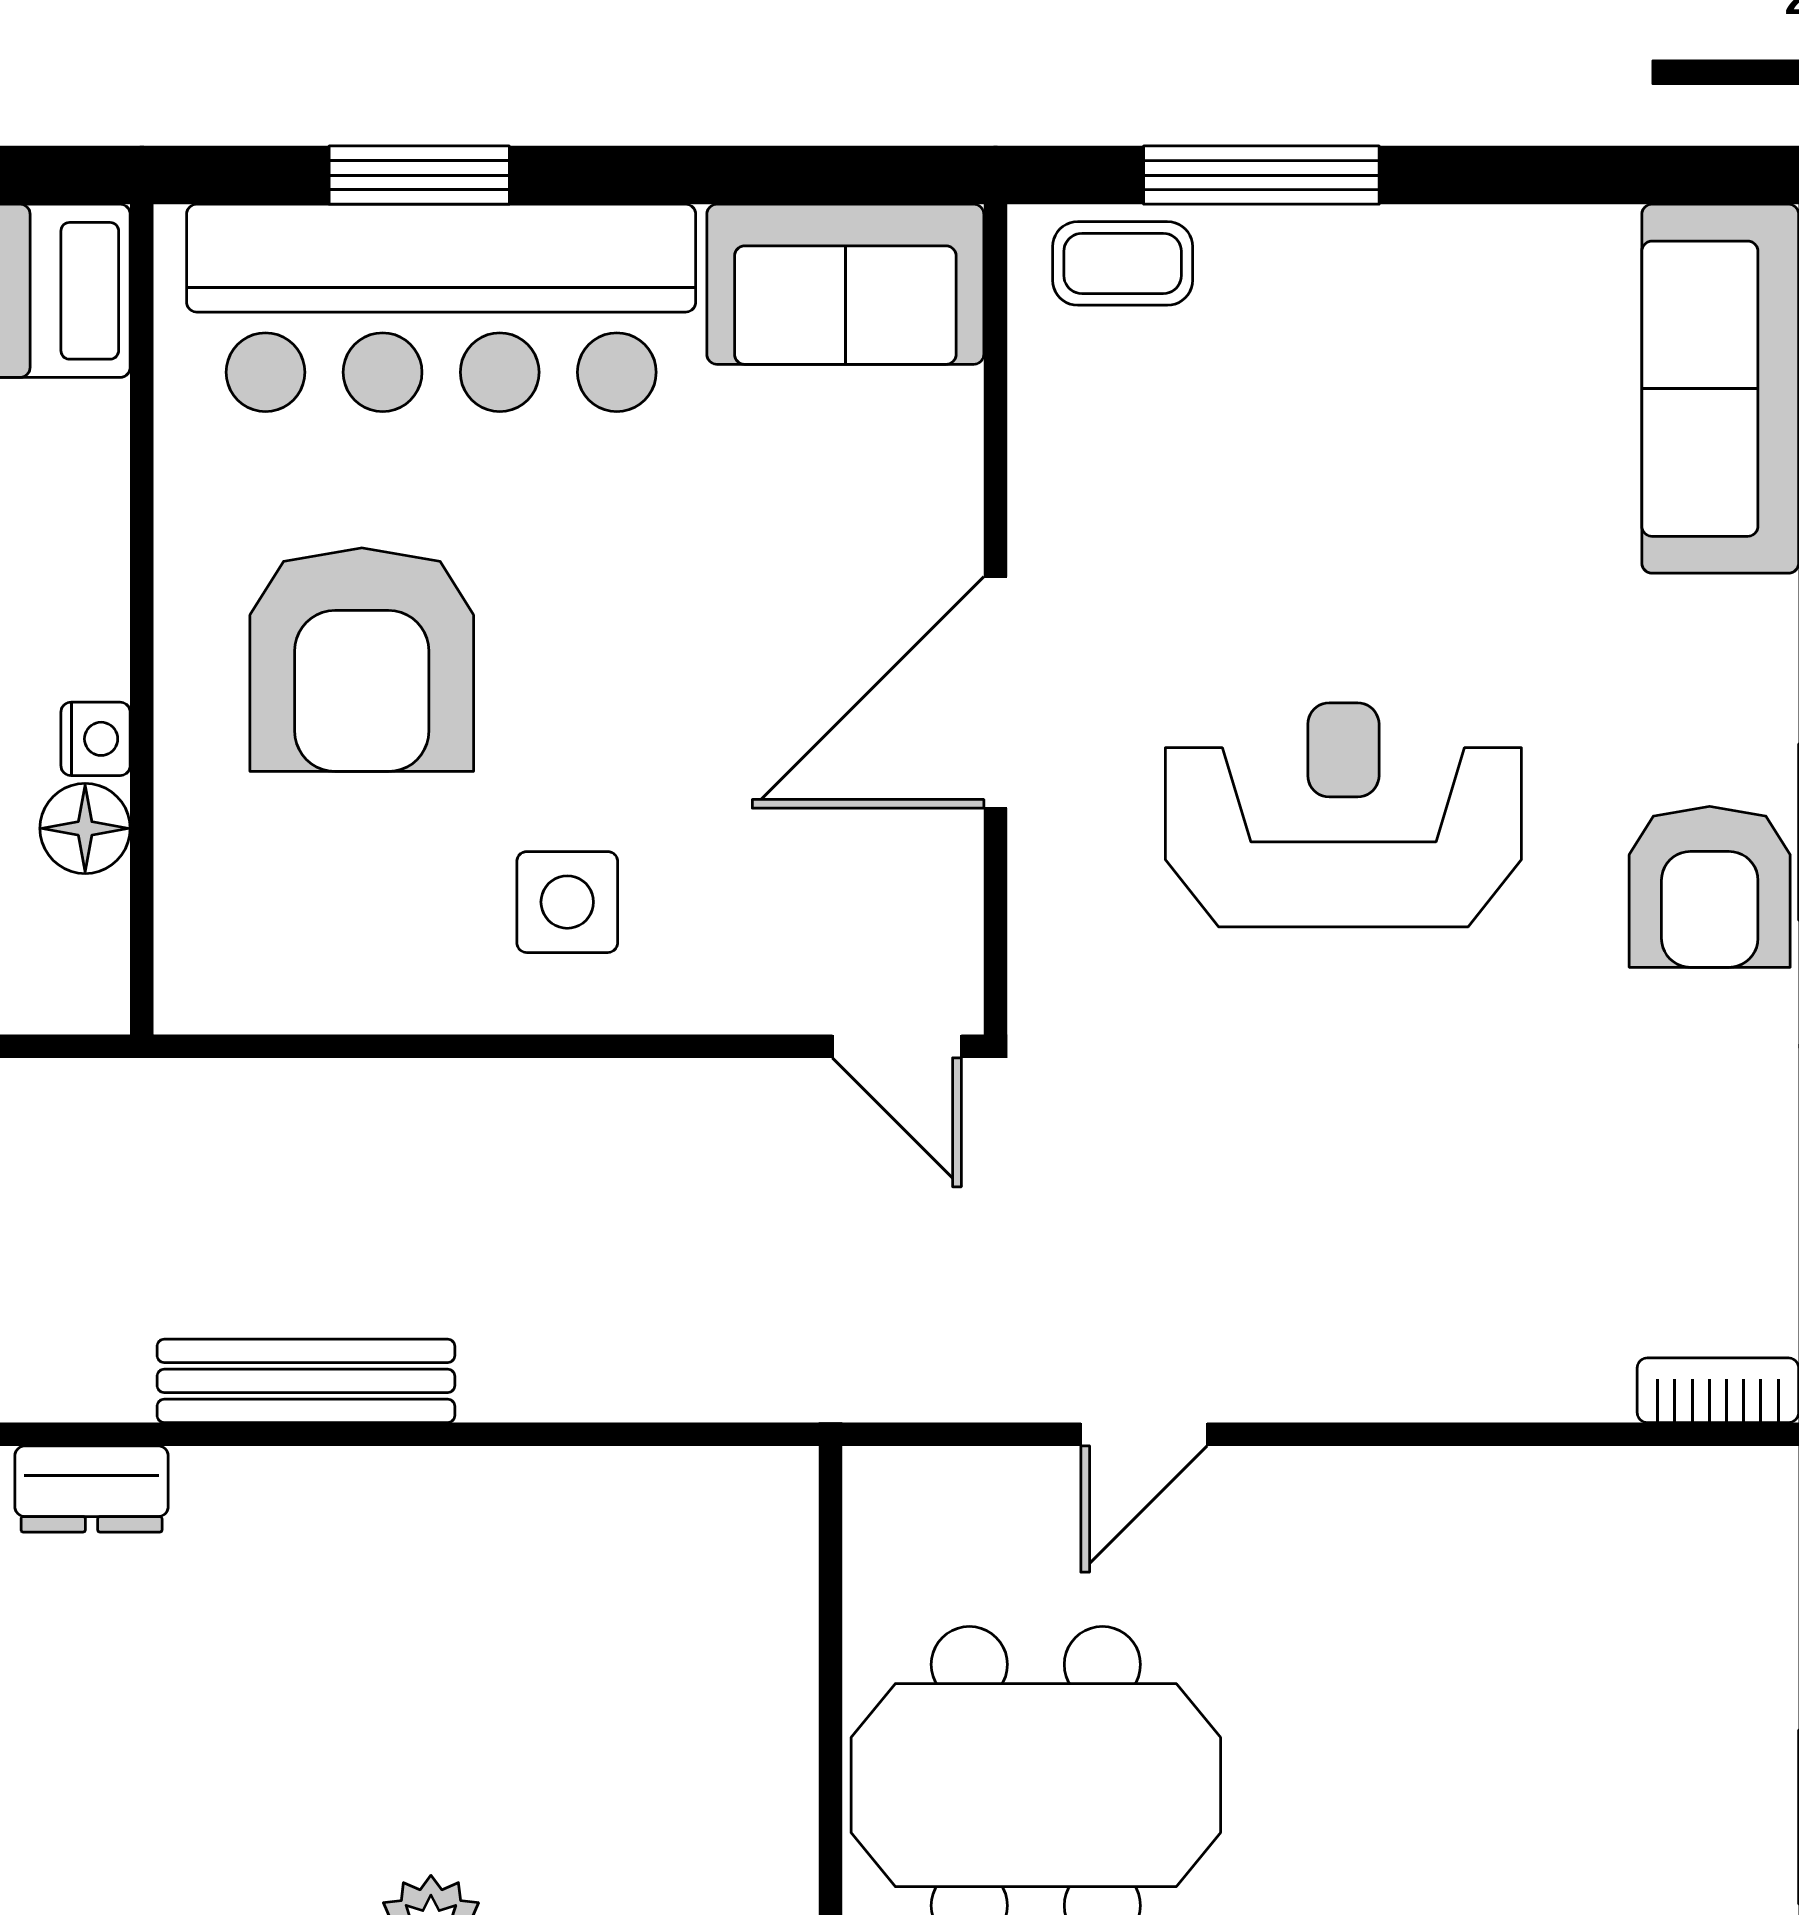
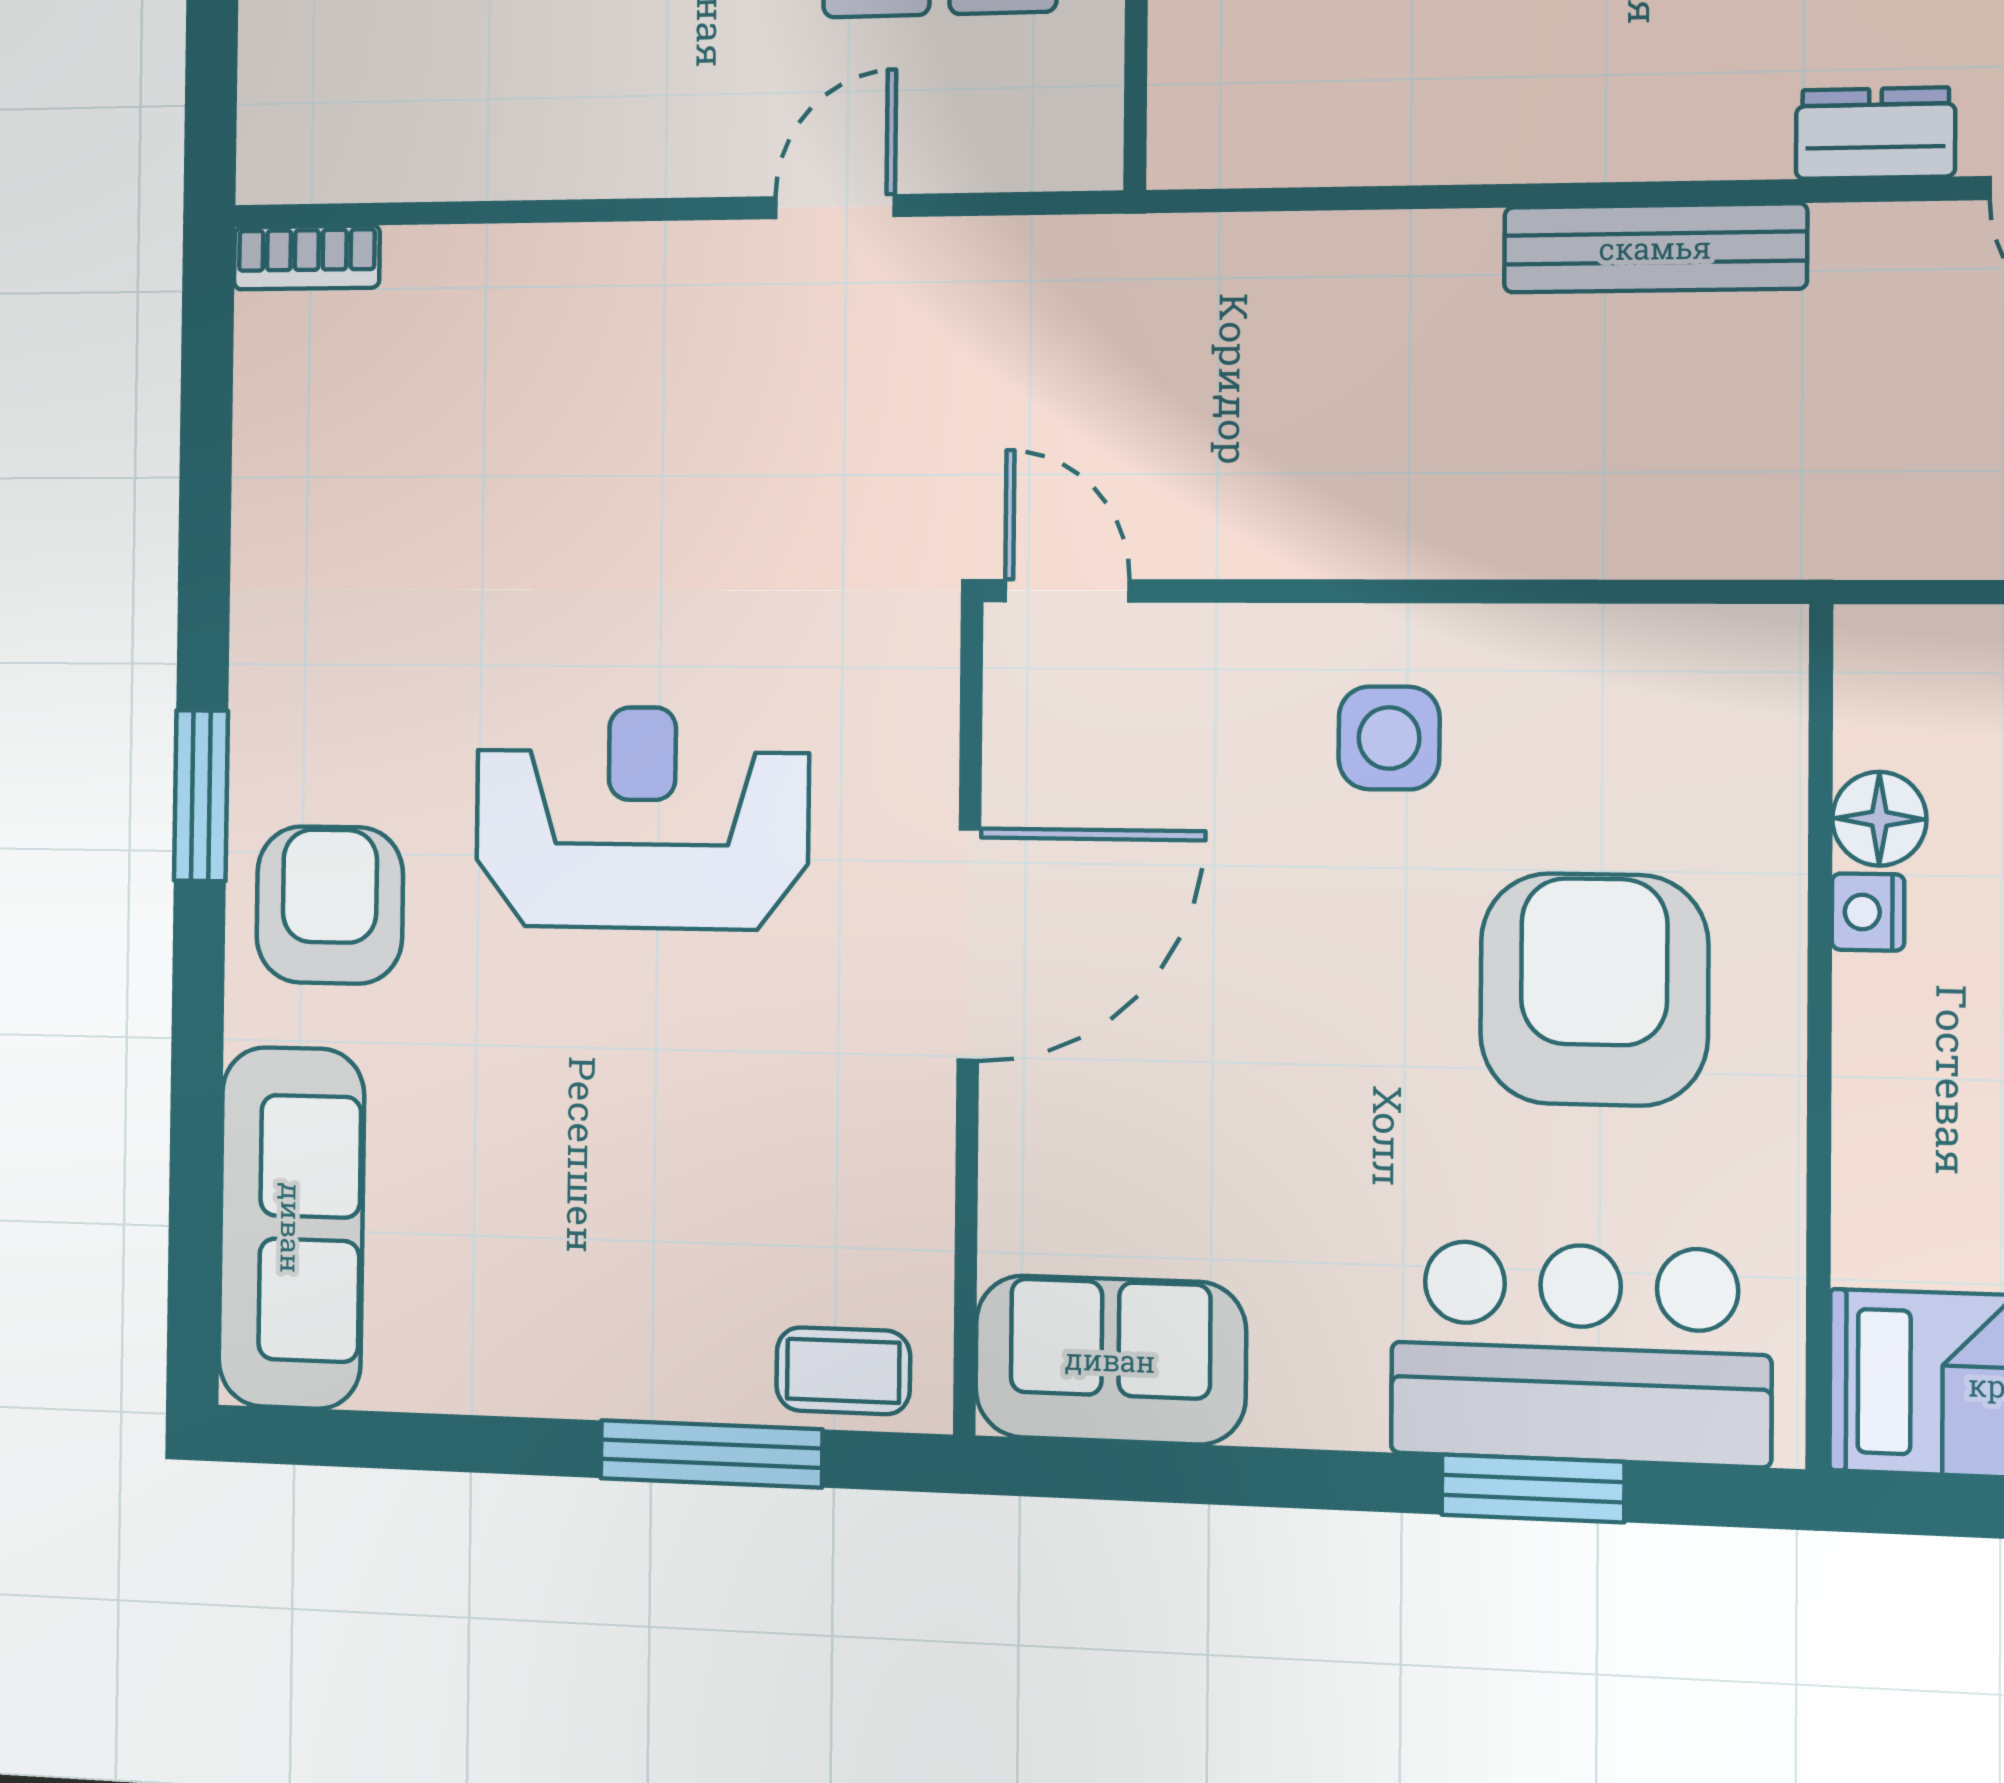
bar counter: (441, 308) -> (1580, 1353), width x0.73
reception desk: (1343, 815) -> (642, 818), turned 180
armchair: (1710, 887) -> (330, 905), moved

